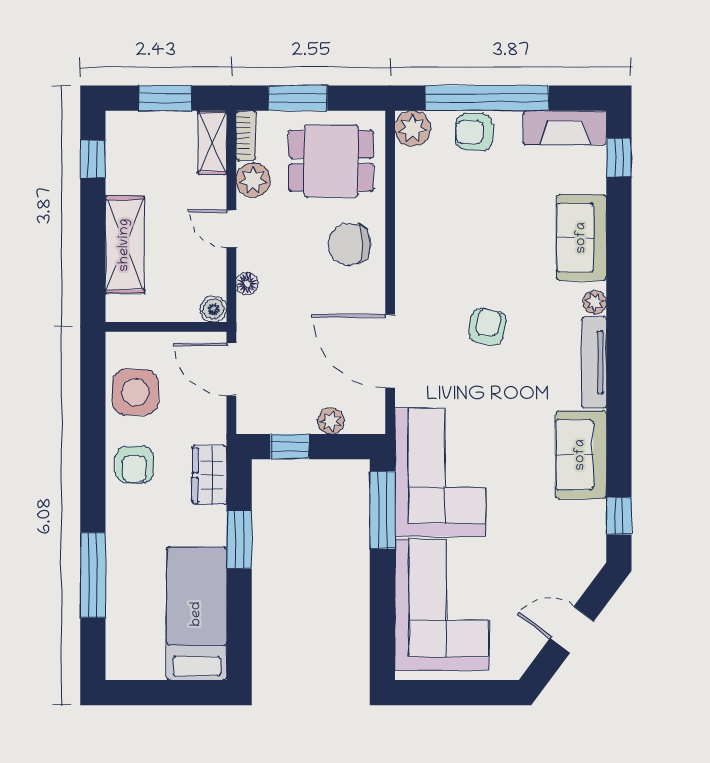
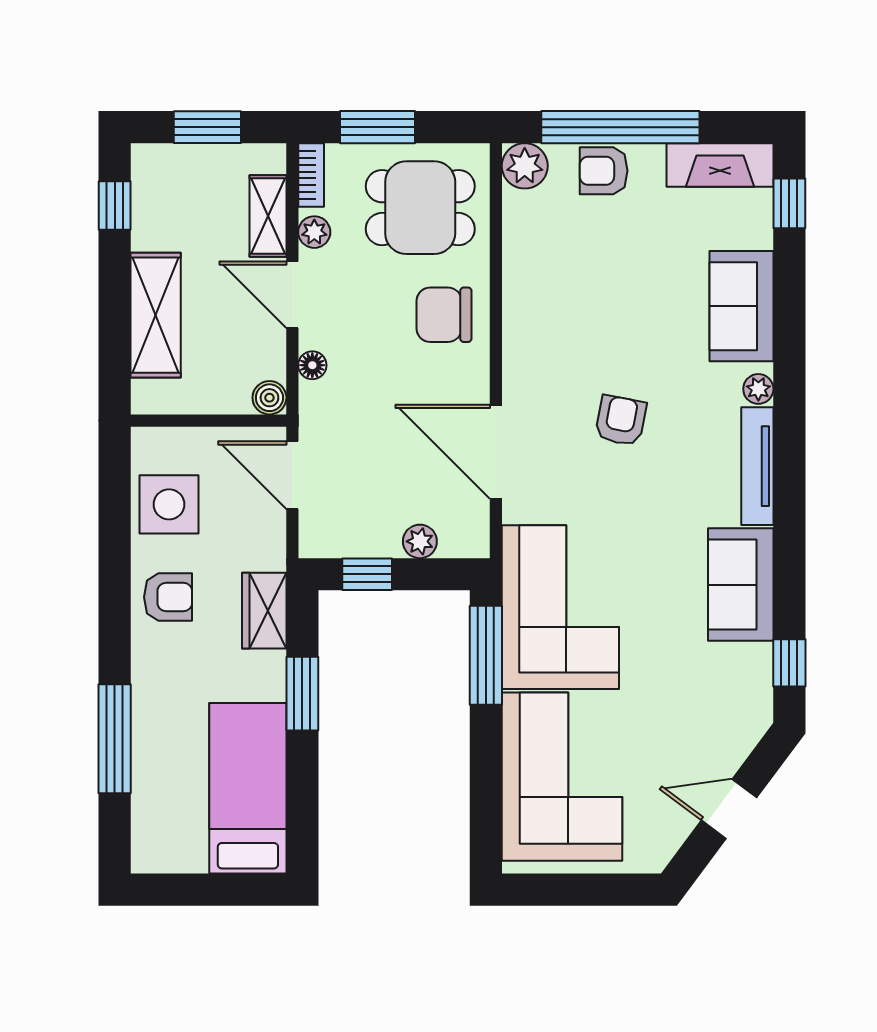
shelving: (212, 142) -> (268, 216), moved
plant: (253, 180) -> (314, 232), width x0.73, depth x0.73
door: (231, 229) -> (292, 295), width x1.38
armchair: (134, 464) -> (168, 597), turned -90

